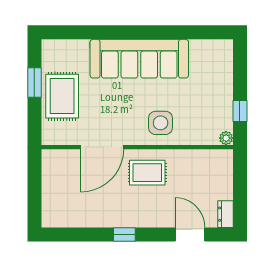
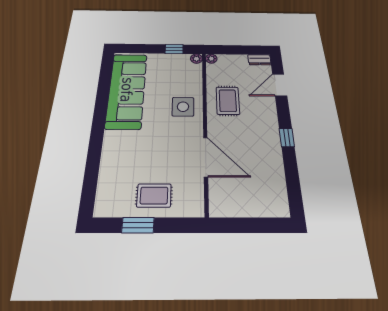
sofa: (139, 59) -> (127, 90), moved
rug: (62, 96) -> (154, 195), width x0.73, depth x0.70
plant: (226, 156) -> (211, 59), added
rug: (147, 173) -> (228, 101), moved

